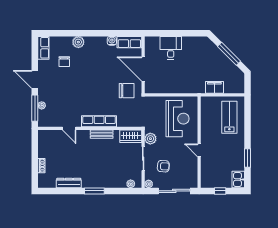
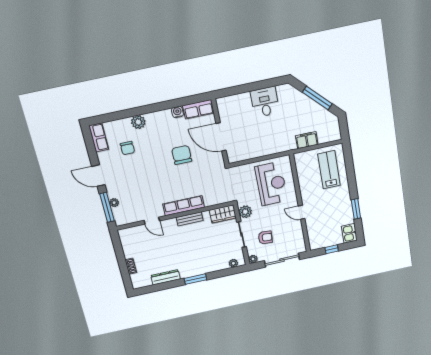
desk: (171, 48) -> (265, 102), moved
chair: (127, 91) -> (182, 155), moved, turned -90

